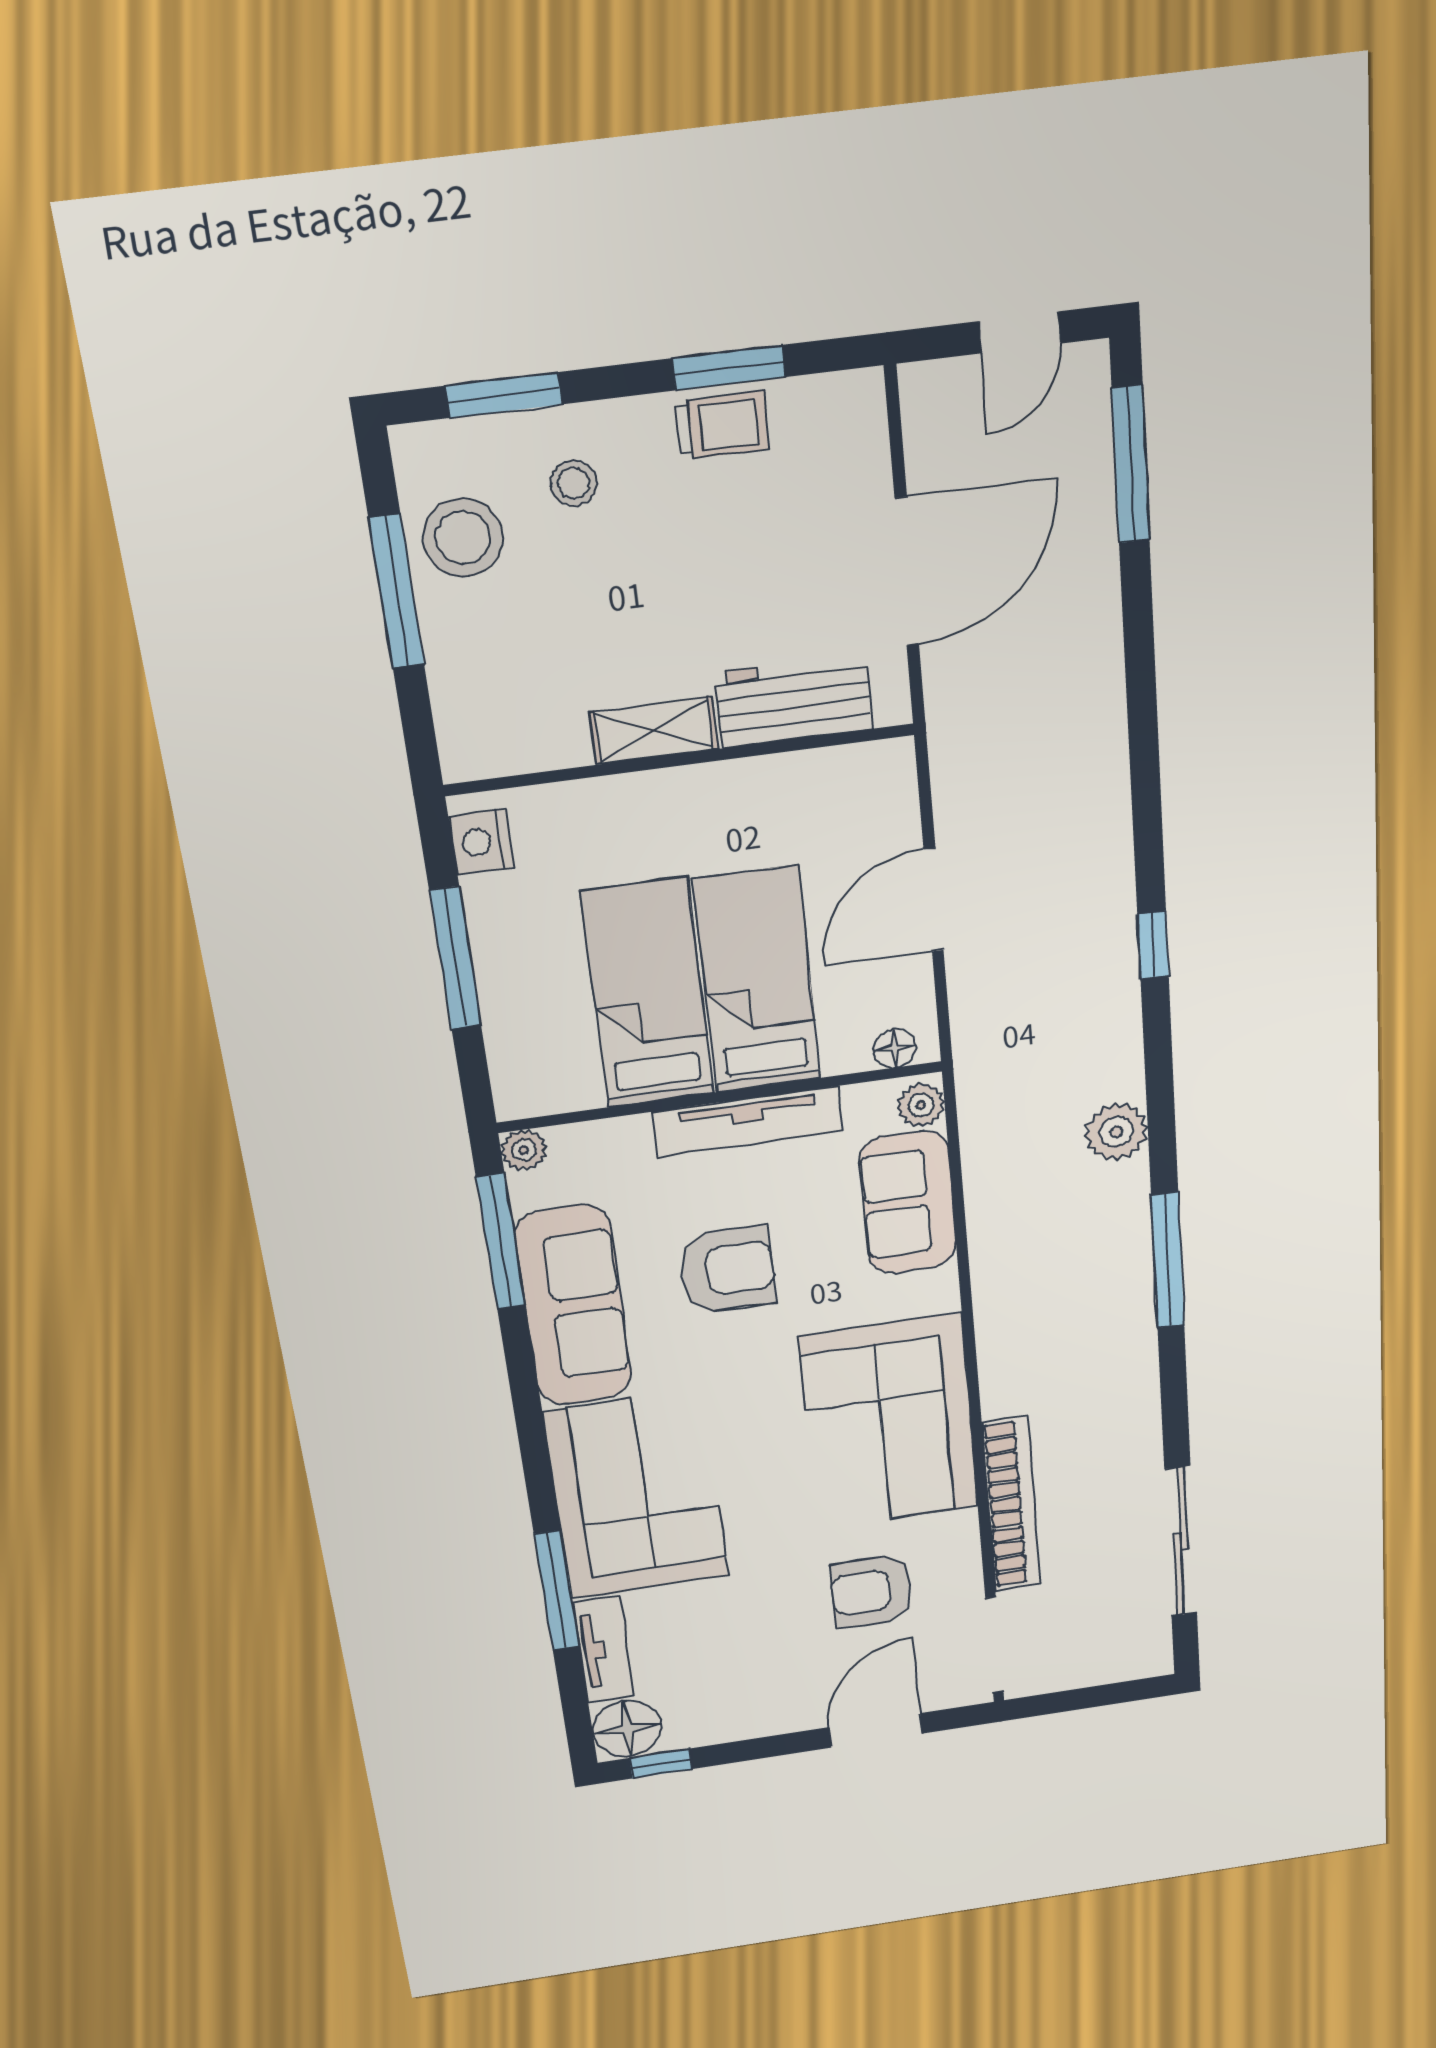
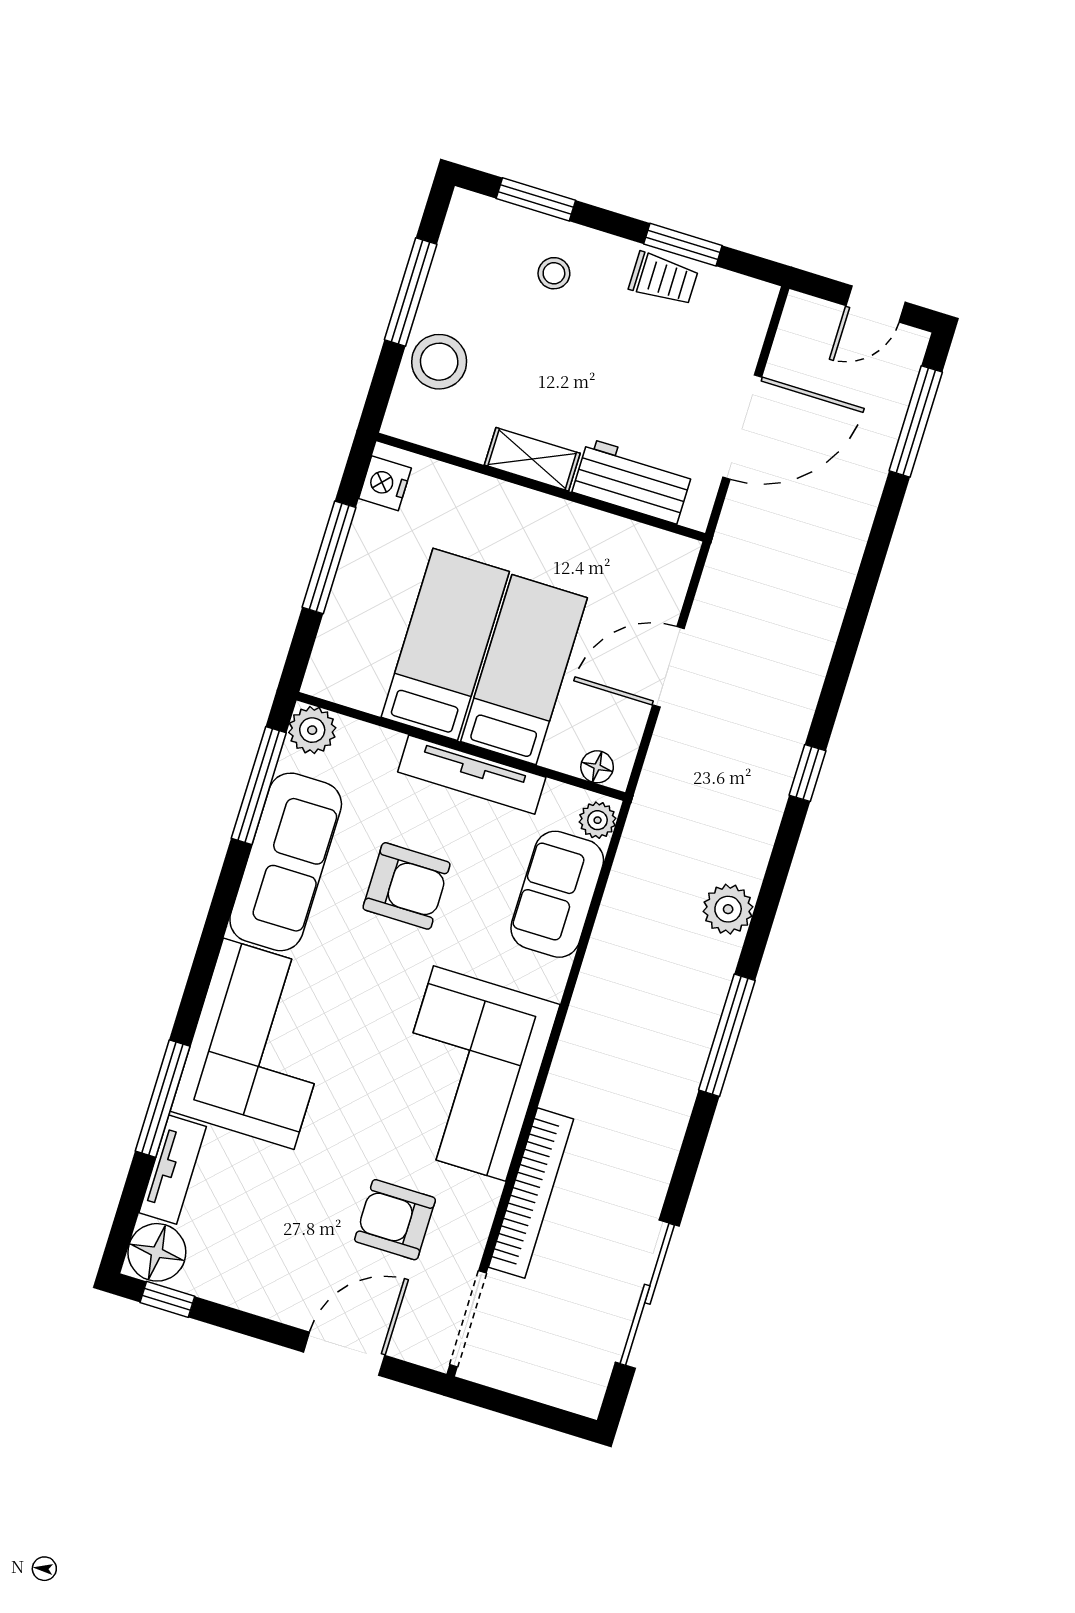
stool: (463, 538) -> (439, 362), moved
plant: (524, 1150) -> (312, 730), width x1.38, depth x1.38

